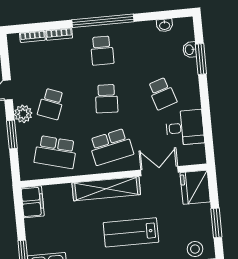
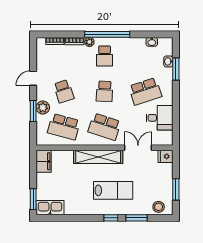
plant: (80, 33) -> (89, 42), added
school desk: (162, 93) -> (145, 91), width x1.85
school desk: (51, 104) -> (64, 91), turned -39
plant: (23, 114) -> (43, 108), moved
school desk: (111, 147) -> (105, 127), turned 30
fridge: (195, 187) -> (165, 156), width x0.53, depth x0.75
lab bench: (131, 232) -> (113, 190), turned 180

